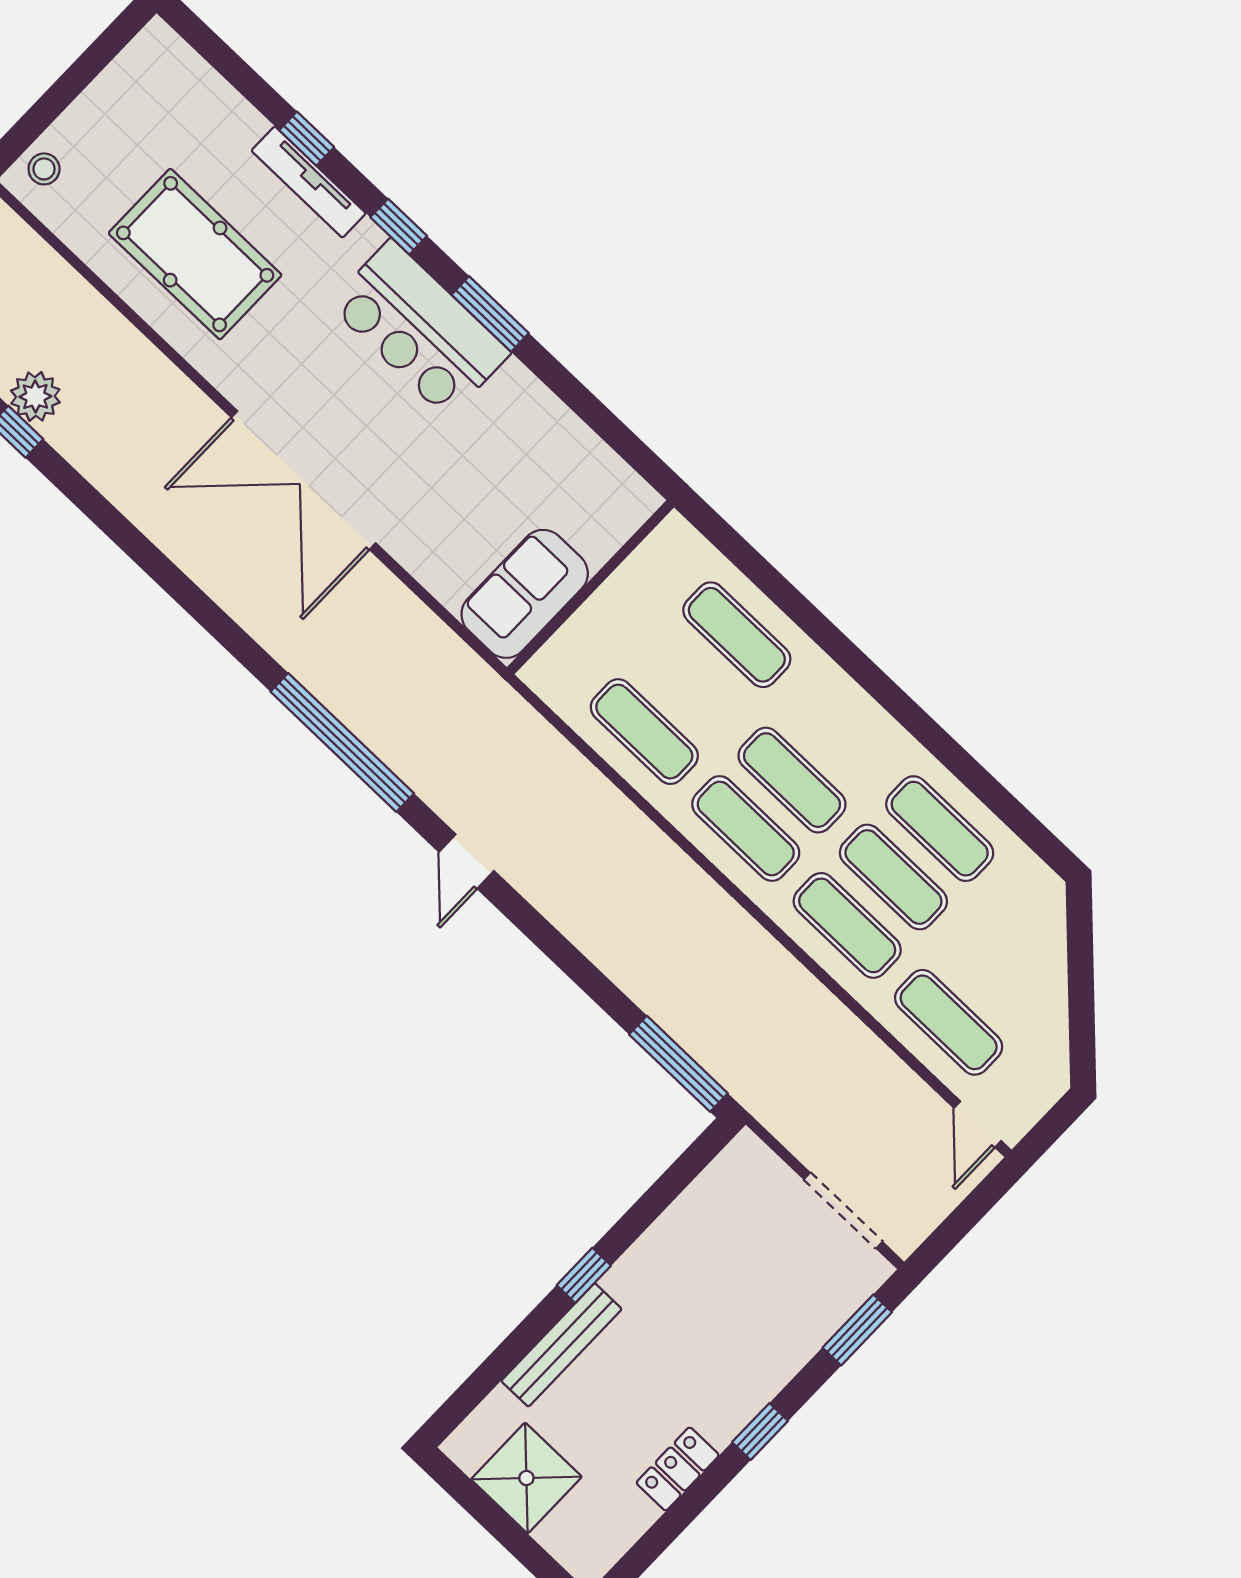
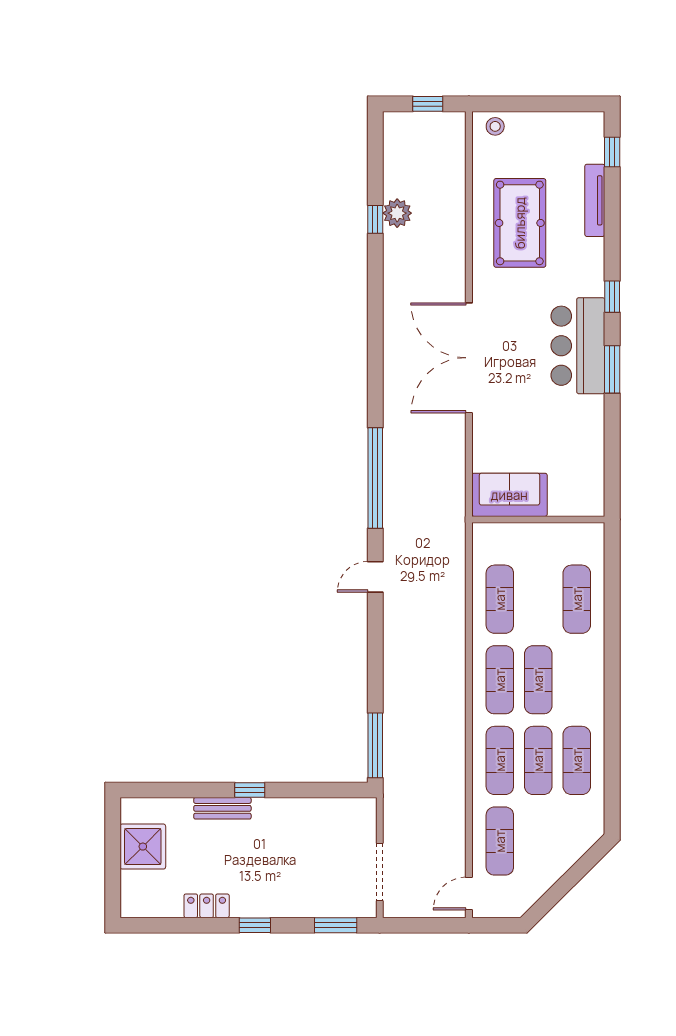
window: (307, 139) -> (612, 152), moved
tv unit: (309, 182) -> (595, 200), moved
bench: (561, 1345) -> (222, 808), width x0.73

